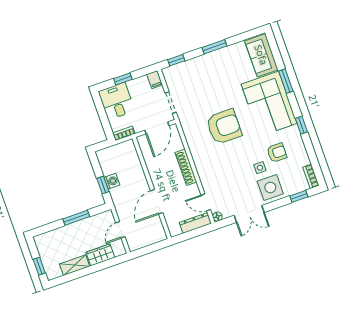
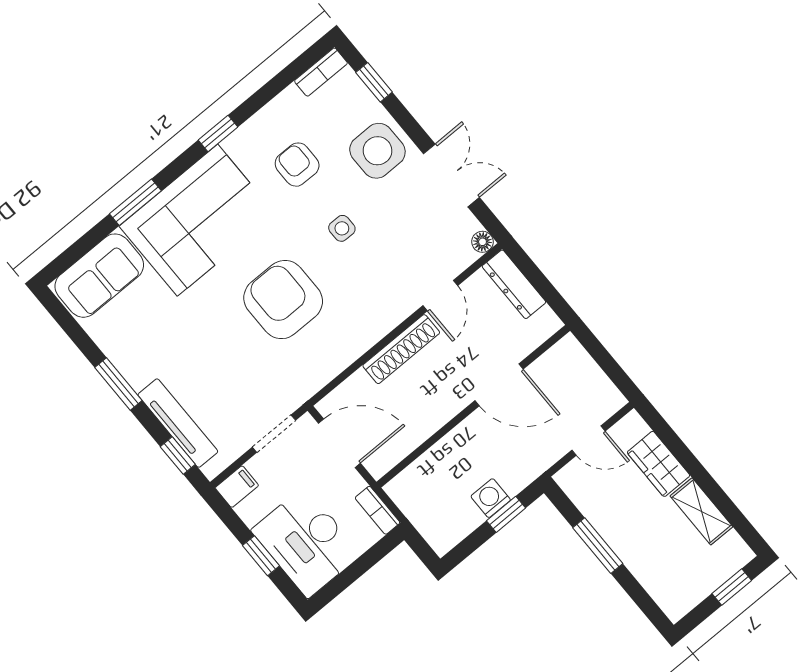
tv unit: (189, 65) -> (178, 423), added
desk: (117, 101) -> (306, 542), width x1.37
side table: (260, 168) -> (342, 228), moved
door: (206, 202) -> (440, 296), moved

